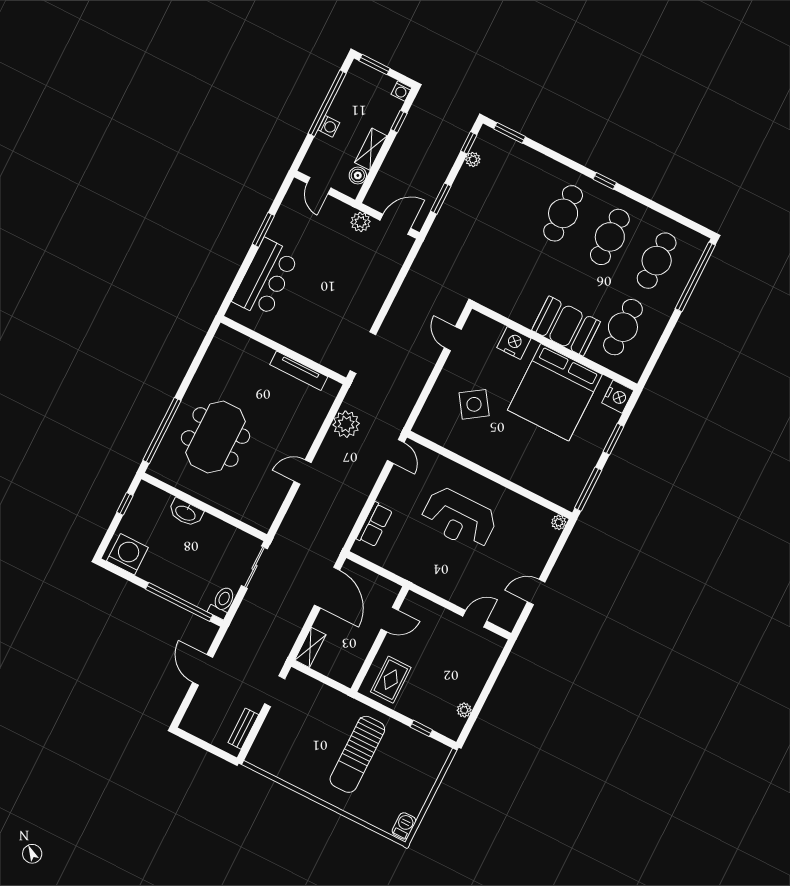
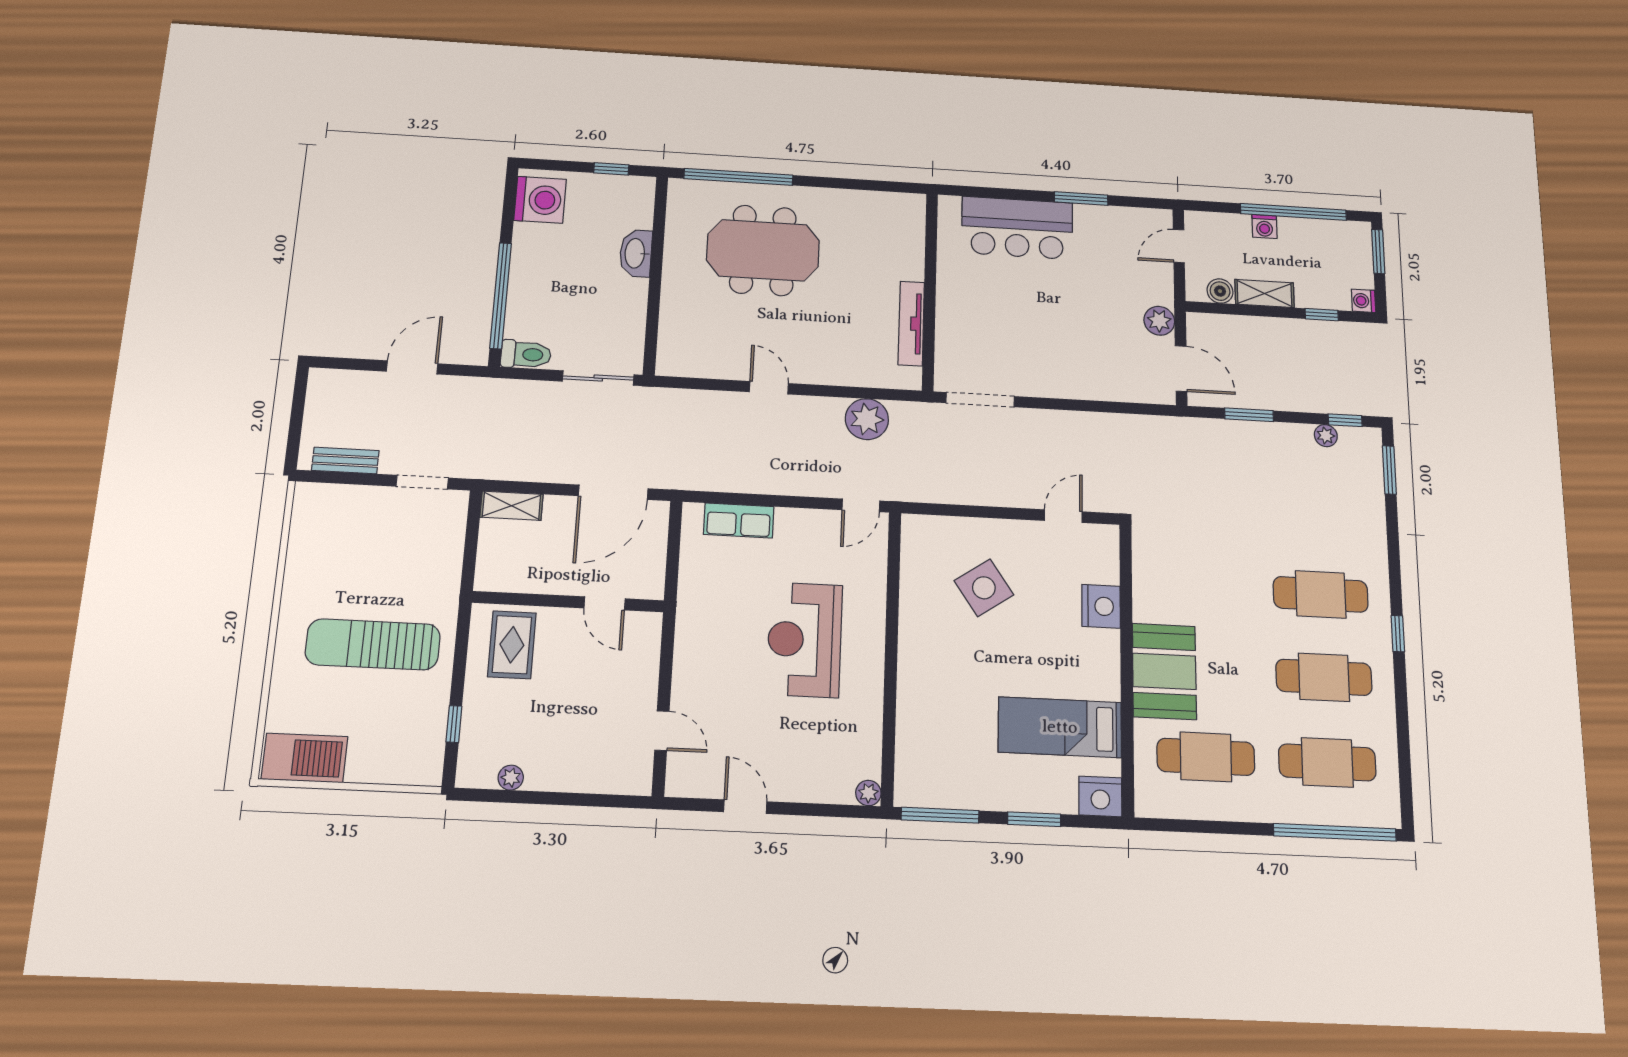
bed: (555, 392) -> (1060, 727), width x0.49
rug: (391, 680) -> (512, 645), turned 90
barbecue: (404, 826) -> (305, 758), width x1.88, depth x1.53

